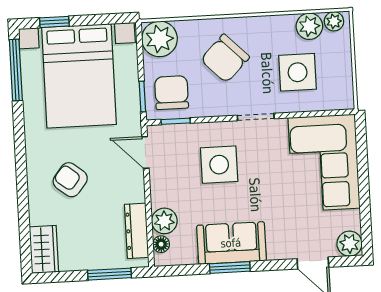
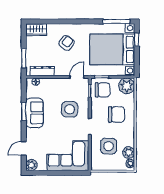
chair: (225, 58) -> (116, 114), turned 135
plant: (164, 221) -> (46, 84), removed

